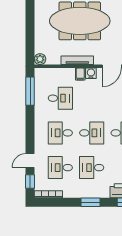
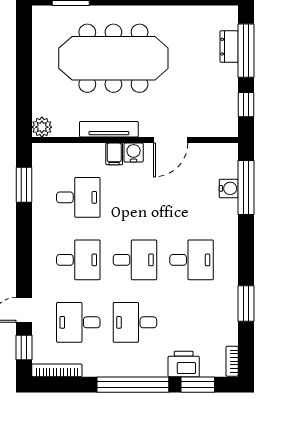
window: (30, 91) -> (24, 185), width x0.69
desk: (60, 133) -> (78, 260), turned 180
window: (91, 202) -> (133, 385), width x2.11

